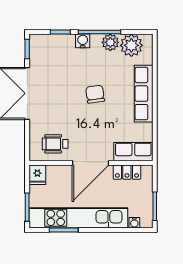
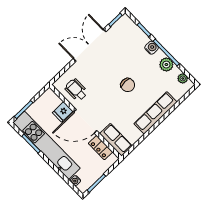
plant: (131, 45) -> (183, 78), width x0.53, depth x0.53
chair: (95, 94) -> (128, 85), turned 98
fridge: (37, 175) -> (63, 112), moved

